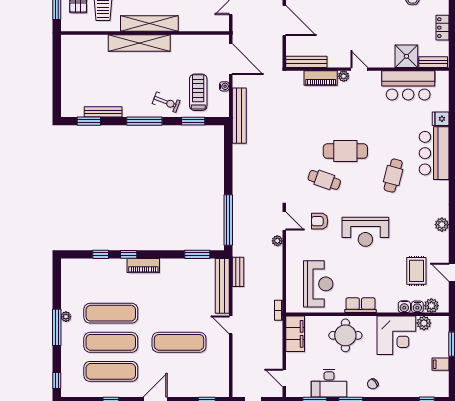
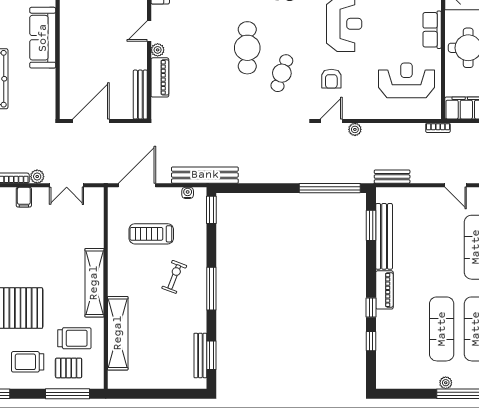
shelving: (139, 43) -> (118, 333), moved
water cooler: (224, 86) -> (188, 193), moved
treadmill: (198, 92) -> (151, 234), moved
exercise bike: (166, 102) -> (174, 277), moved
bench: (103, 112) -> (200, 355), moved
window: (193, 121) -> (211, 210), moved
bench: (222, 286) -> (384, 236), moved, turned 90
door: (231, 325) -> (456, 185), hinge flipped

